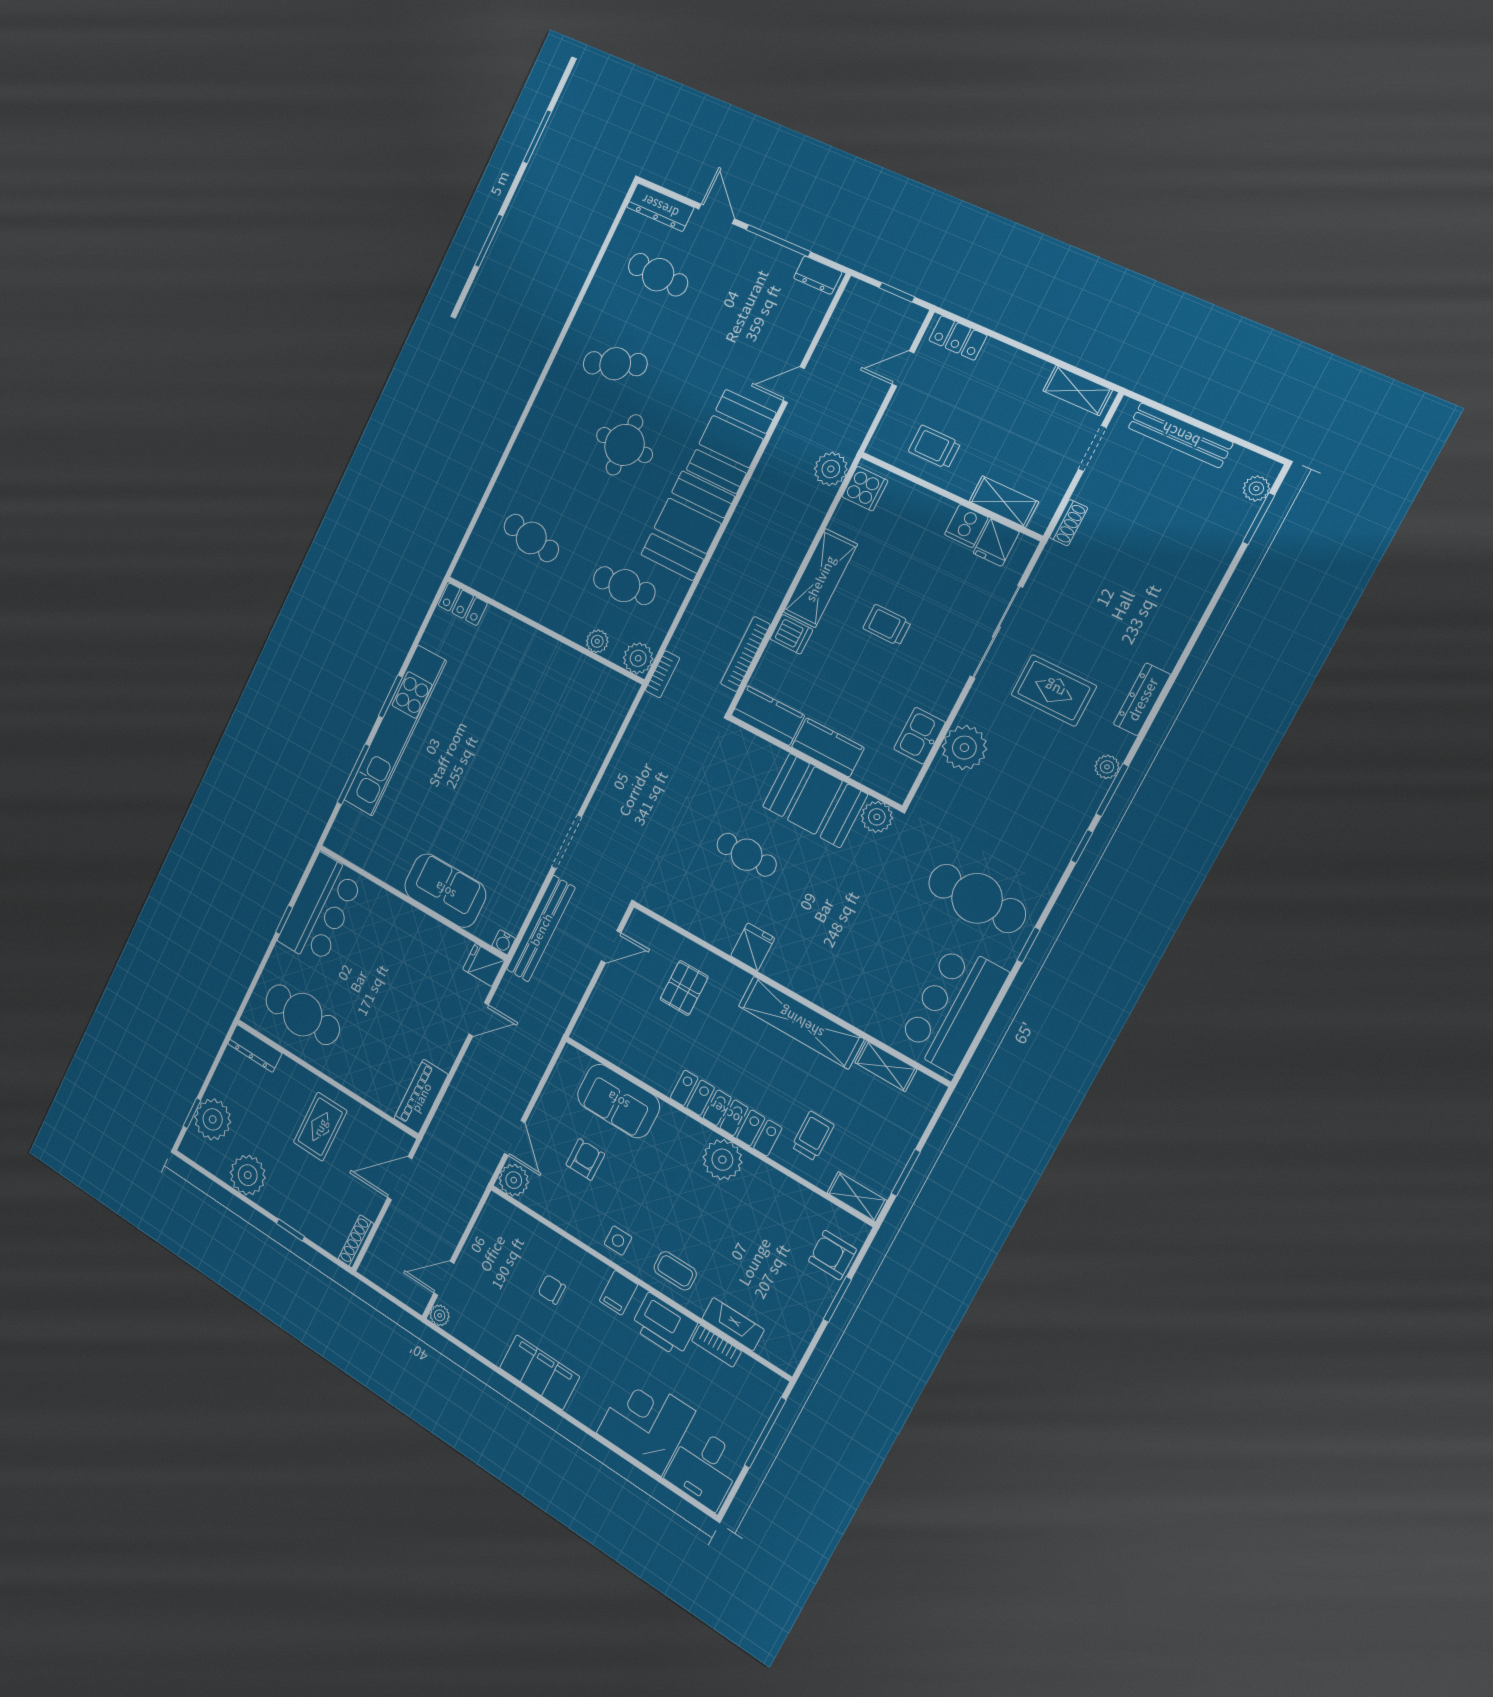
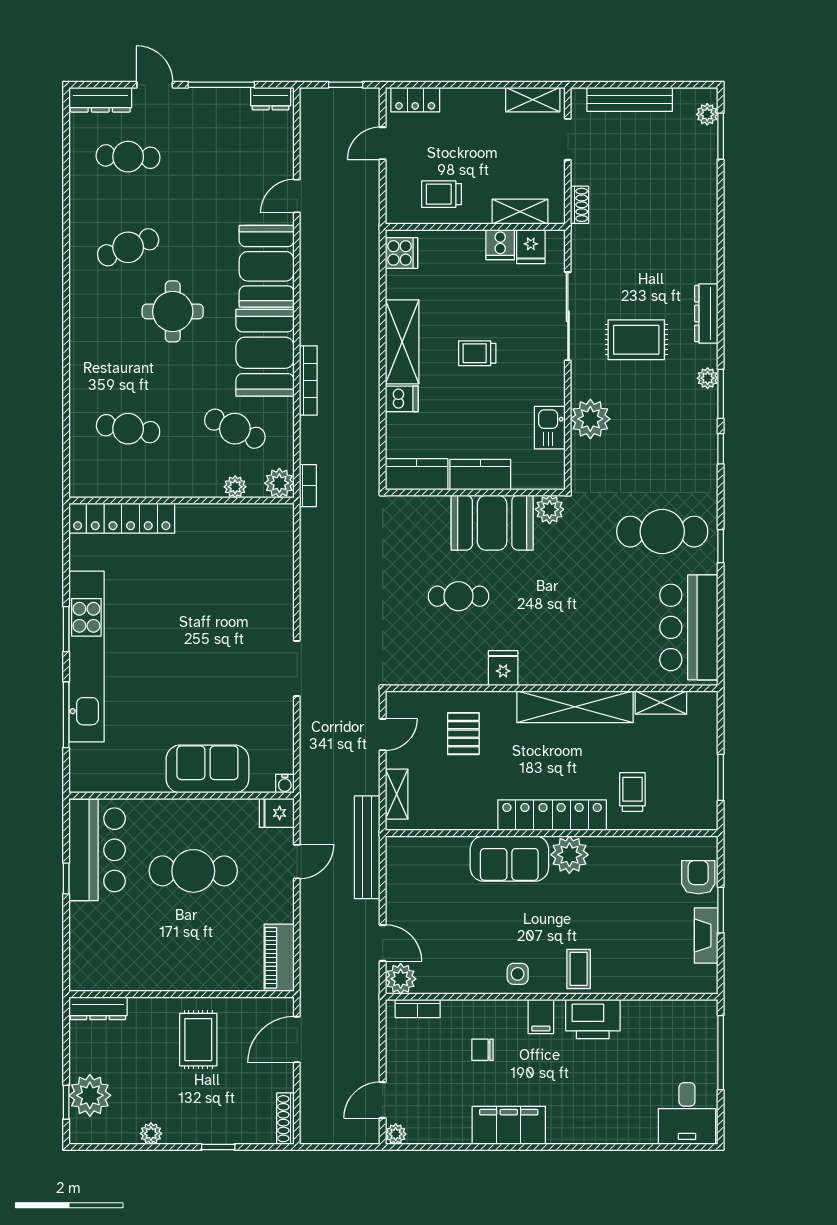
plant: (831, 469) -> (365, 250), removed
cafe table: (624, 586) -> (235, 429), turned 30
locker: (463, 604) -> (122, 518), width x2.16, depth x1.21
bookcase: (745, 654) -> (308, 381), moved, turned 180
bench: (541, 929) -> (367, 847), moved
cafe table: (303, 1015) -> (193, 871), moved
sofa: (618, 1101) -> (509, 859), moved
armchair: (585, 1159) -> (454, 924), removed
plant: (248, 1175) -> (151, 1134), width x0.53, depth x0.53
shelving: (857, 1197) -> (397, 794), moved, turned 90
armchair: (832, 1255) -> (698, 877), turned 90
coffee table: (675, 1271) -> (579, 969), turned 90
fireplace: (733, 1324) -> (706, 936), moved, turned -90
bookcase: (716, 1346) -> (418, 1009), moved
corner desk: (646, 1422) -> (620, 1108), removed

